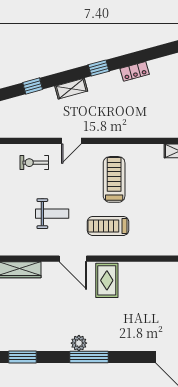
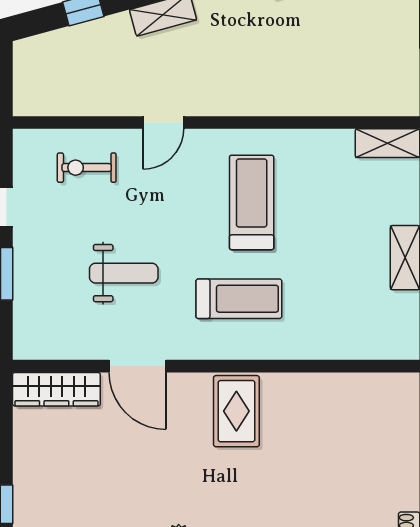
treadmill: (108, 226) -> (239, 299), turned 180
door: (73, 259) -> (137, 366), moved

